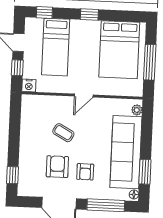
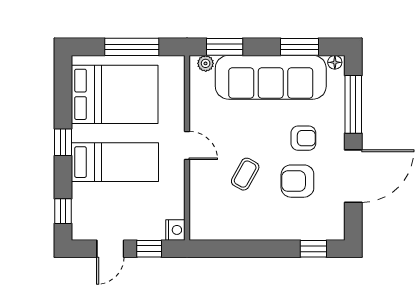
bed: (56, 47) -> (115, 162), moved
window: (147, 123) -> (225, 47), added

